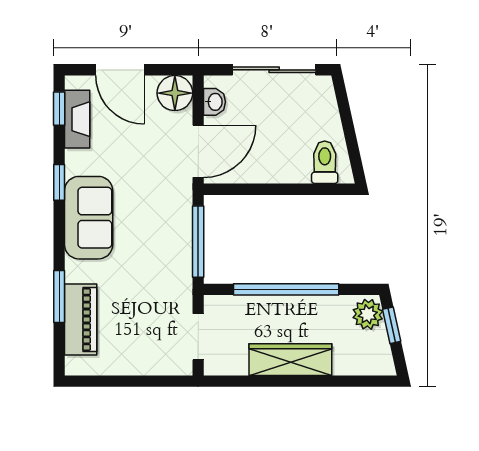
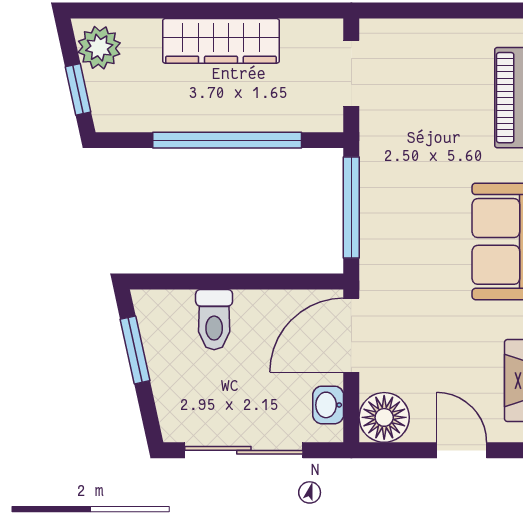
door: (120, 70) -> (462, 450), width x0.73
window: (351, 141) -> (135, 350), added
toilet: (325, 162) -> (214, 320), moved
plant: (368, 314) -> (99, 48), moved

